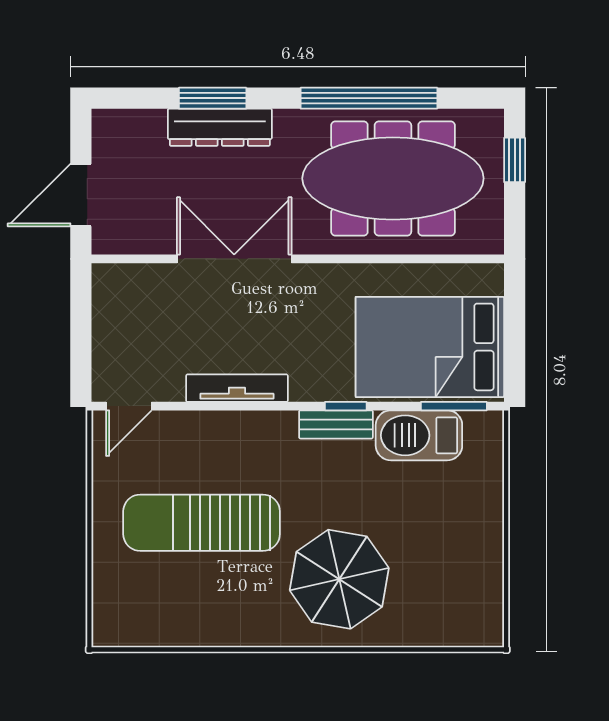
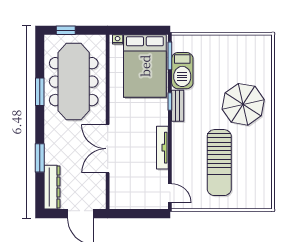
window: (369, 98) -> (40, 92), width x0.47
dresser: (220, 127) -> (52, 187), moved
nightstand: (493, 282) -> (118, 39), added

